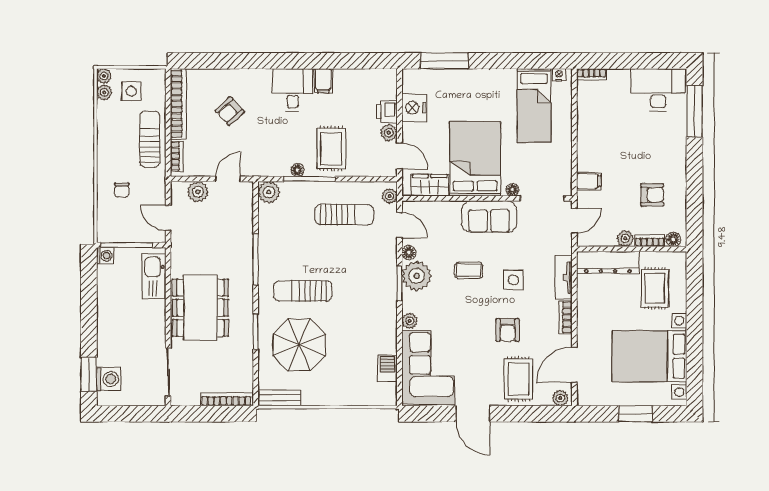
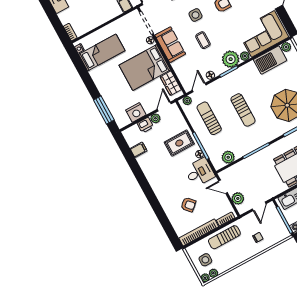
filing cabinet: (323, 81) -> (139, 150), moved
desk: (293, 90) -> (200, 172), moved, turned 180
plant: (269, 192) -> (228, 157), moved
plant: (417, 276) -> (231, 59), moved
sun lounger: (303, 291) -> (243, 110), moved
barbecue: (388, 368) -> (270, 60), width x1.88, depth x1.53
plant: (389, 392) -> (286, 47), added

